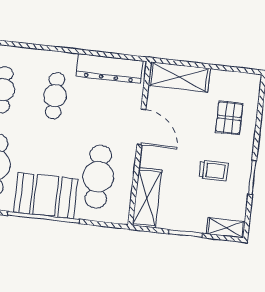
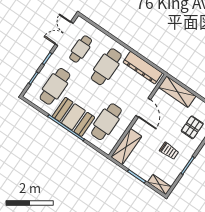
cafe table: (55, 96) -> (106, 67), width x1.37, depth x1.35

